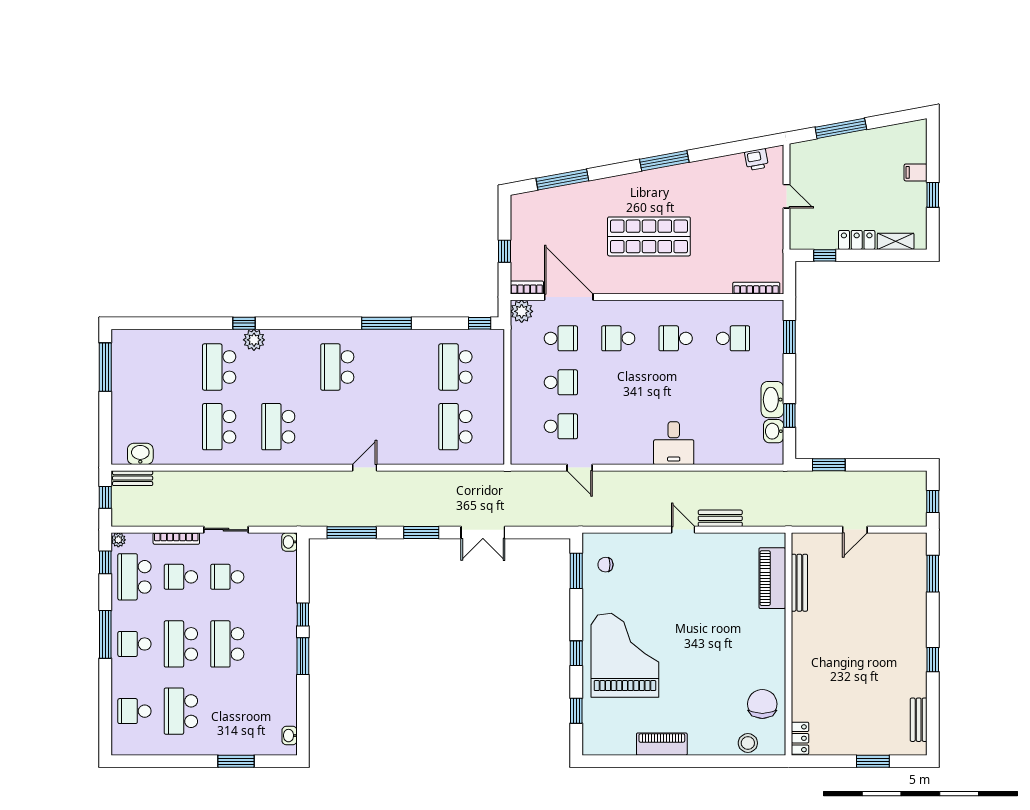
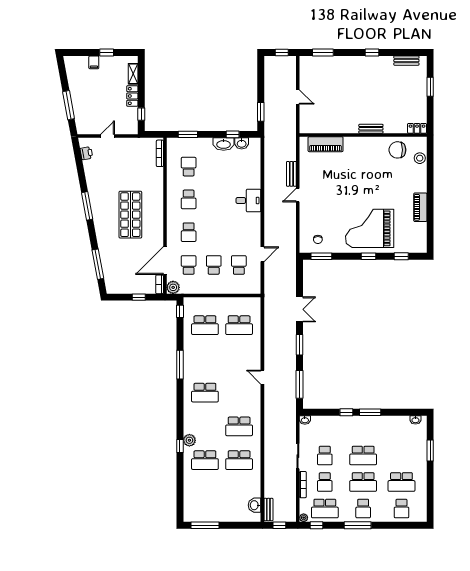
bench: (799, 583) -> (371, 129), moved, width x0.73

